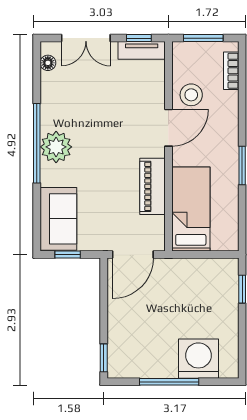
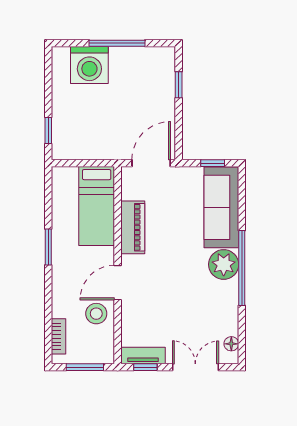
sofa: (58, 219) -> (221, 207), width x1.36
window: (104, 358) -> (179, 85), moved

